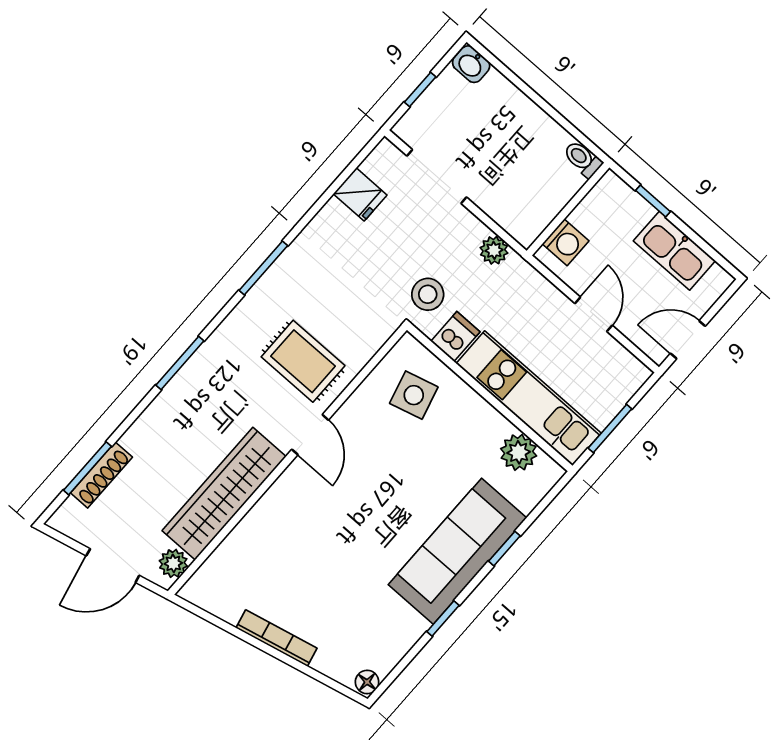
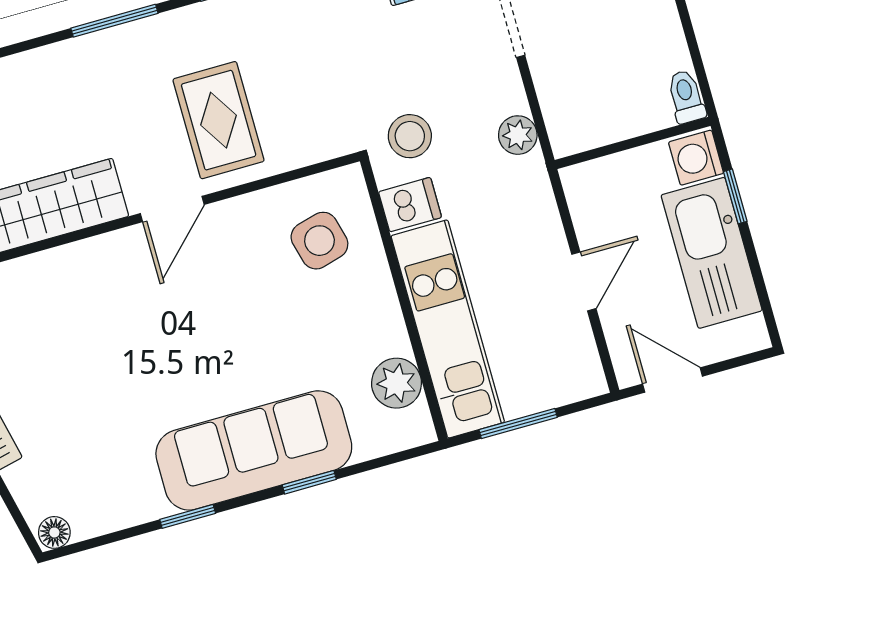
washing machine: (566, 242) -> (696, 158), moved, turned 90
kitchen sink: (674, 251) -> (712, 253), width x1.36, depth x1.24
window: (180, 363) -> (114, 21), moved

